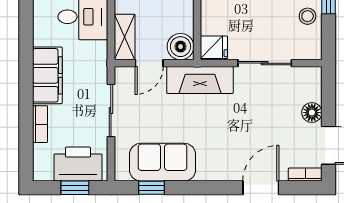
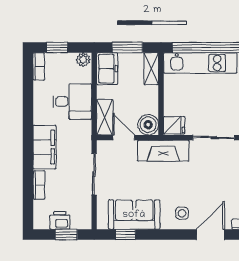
door: (149, 63) -> (124, 138), swing flipped
side table: (224, 160) -> (182, 213), added
printer: (78, 164) -> (60, 220), width x0.53, depth x0.68

